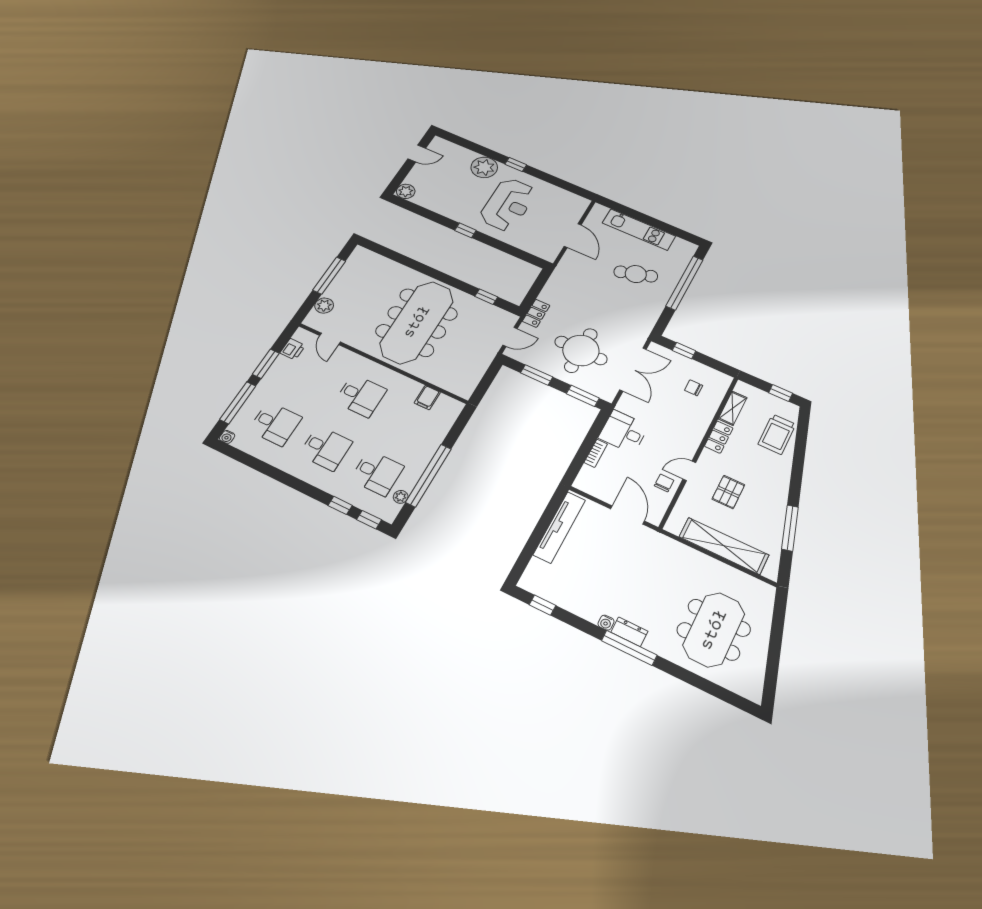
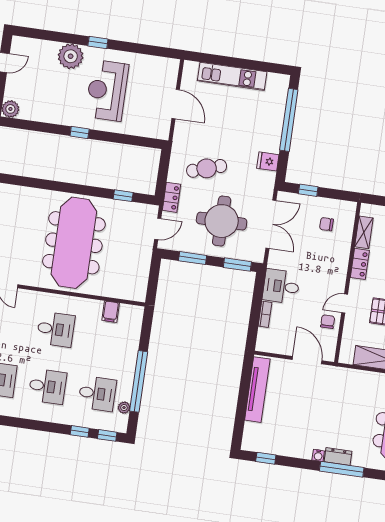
reception desk: (508, 204) -> (107, 90), turned 180
cafe table: (636, 274) -> (207, 168), moved
fridge: (650, 312) -> (268, 161), added

